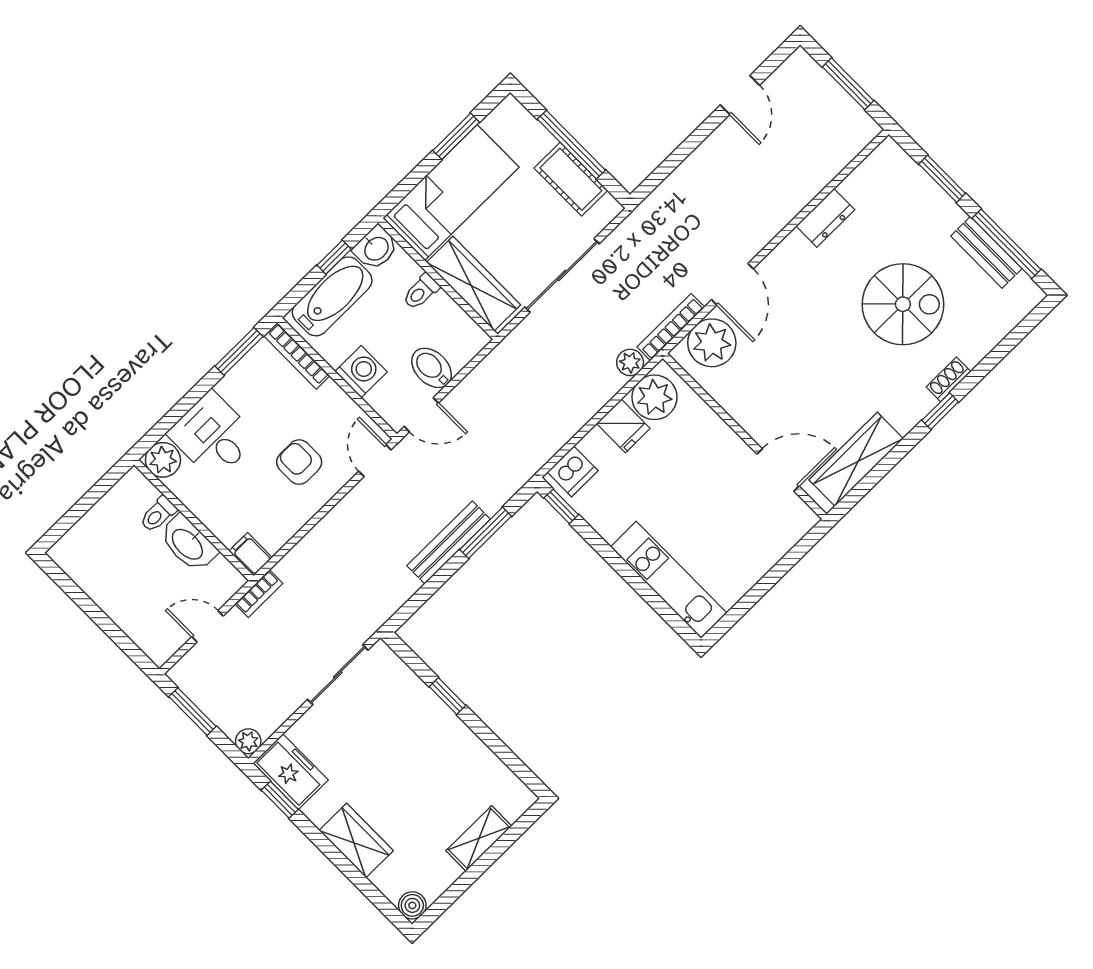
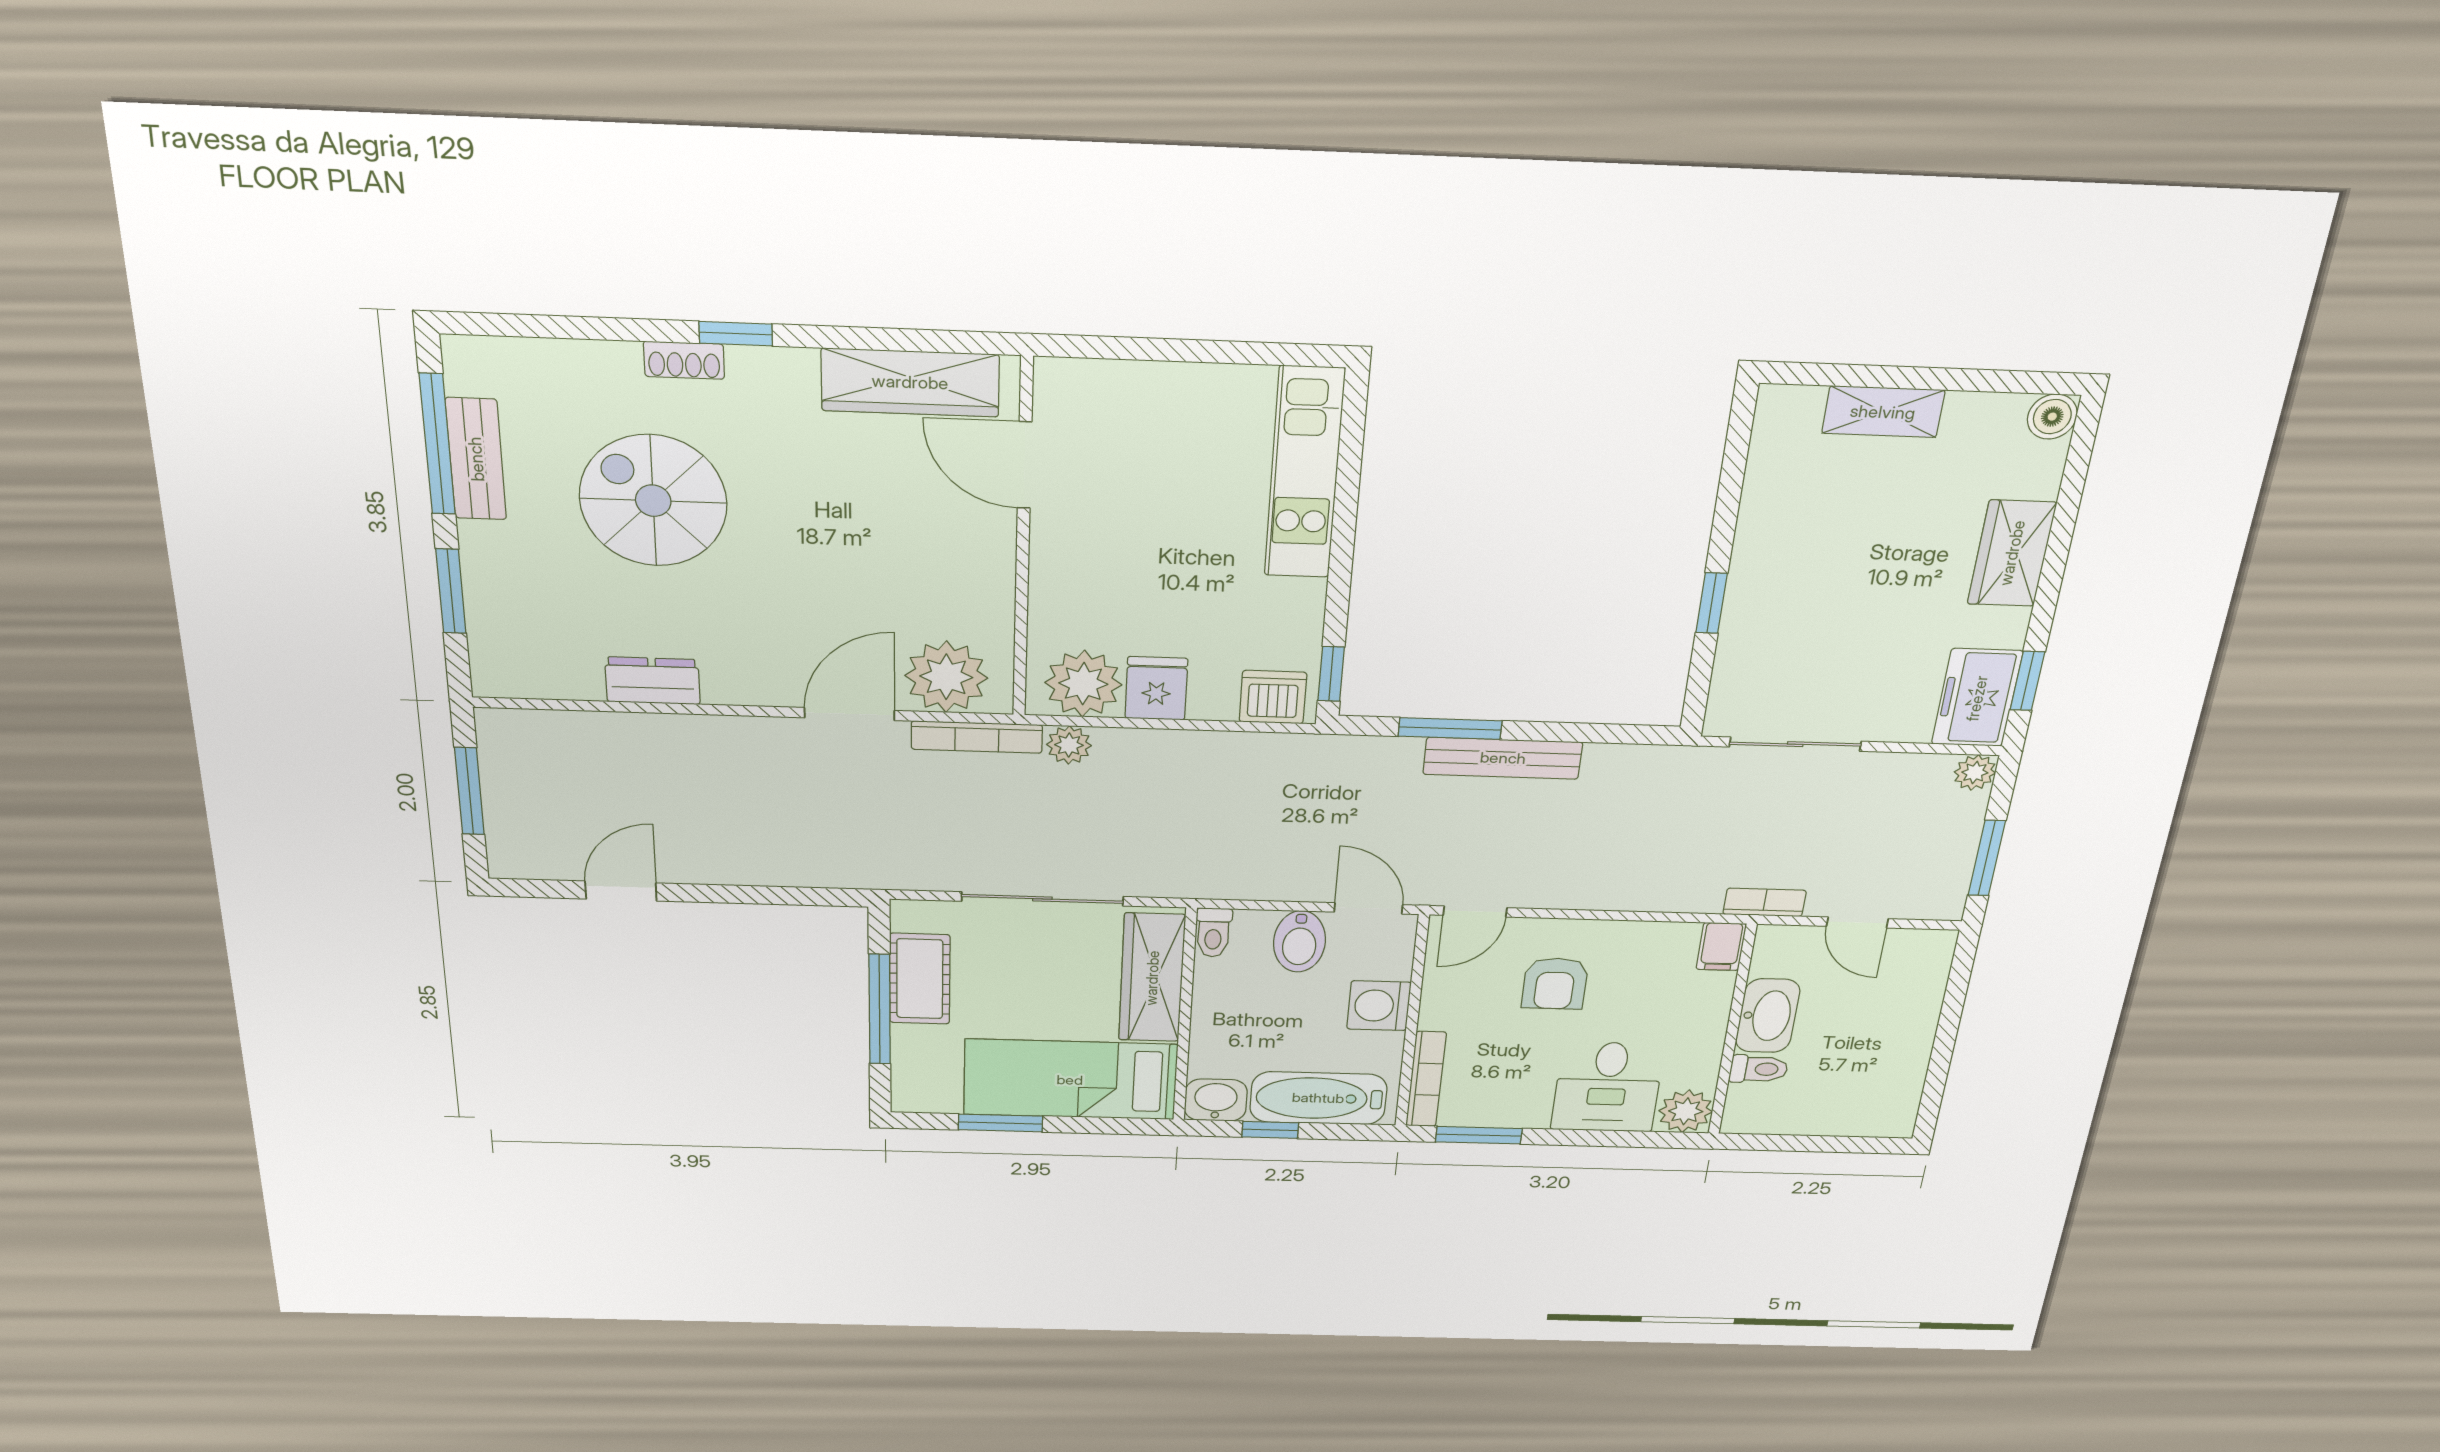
toilet: (421, 292) -> (1213, 933), moved, turned 90

